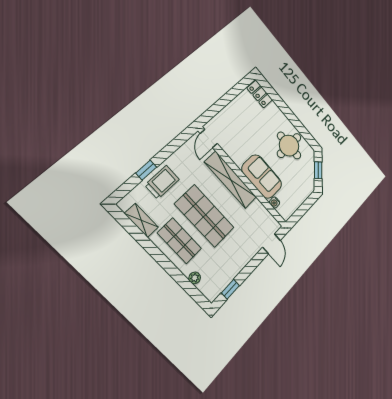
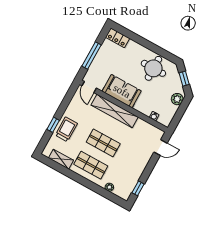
window: (224, 102) -> (92, 55), added
sofa: (262, 177) -> (122, 91), moved
plant: (305, 191) -> (177, 99), added
shop shelf: (205, 216) -> (103, 143), width x0.70, depth x0.74
door: (271, 244) -> (161, 148), hinge flipped

